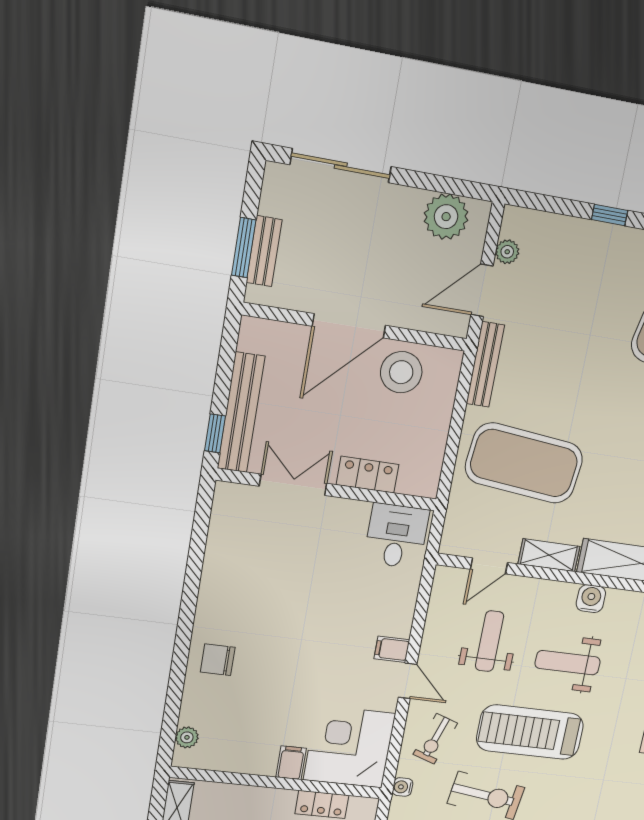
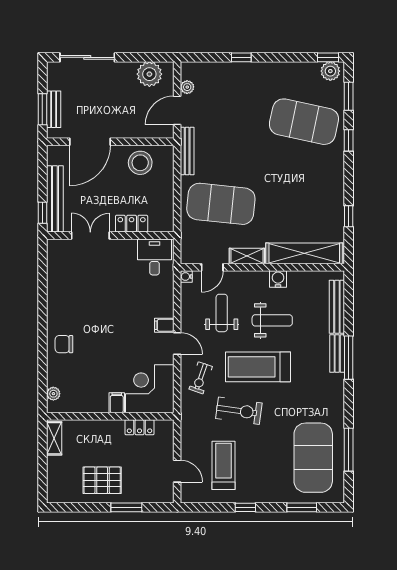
door: (349, 326) -> (90, 142), moved
weight bench: (568, 663) -> (272, 320), turned 180
water cooler: (402, 787) -> (186, 276), moved

